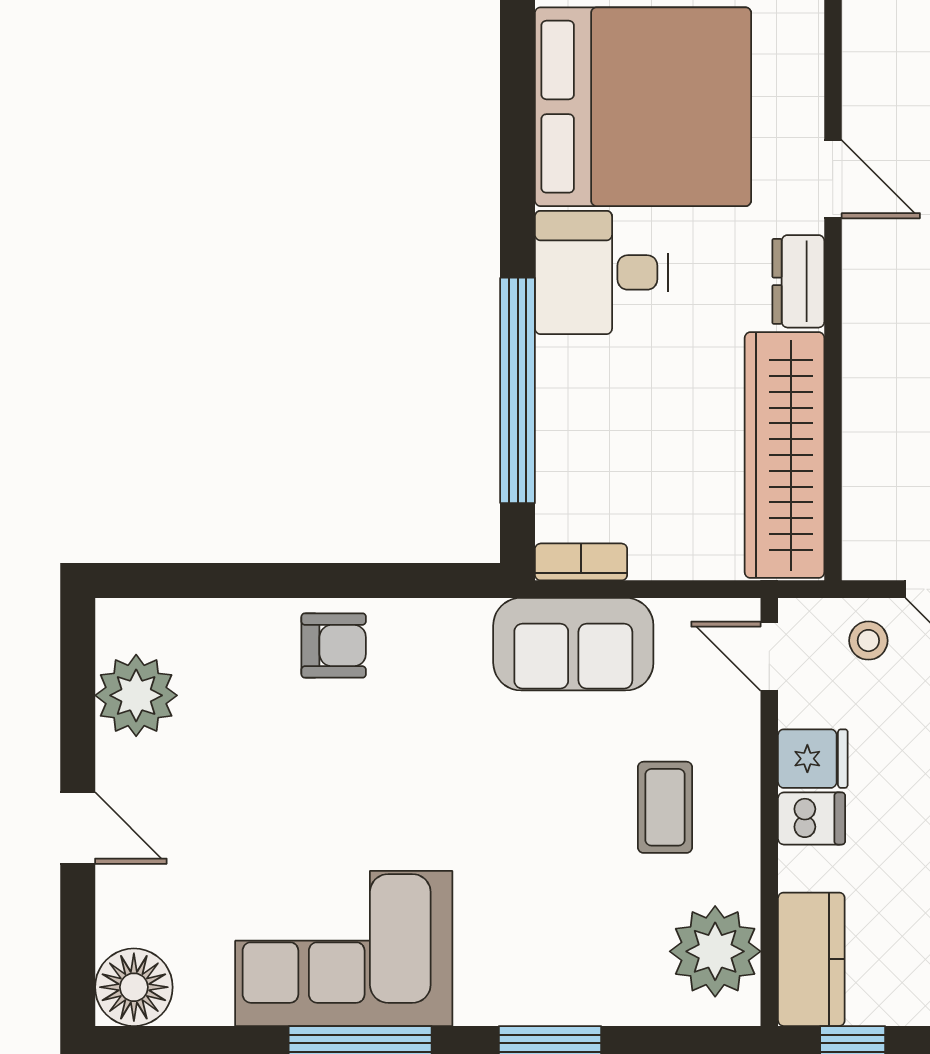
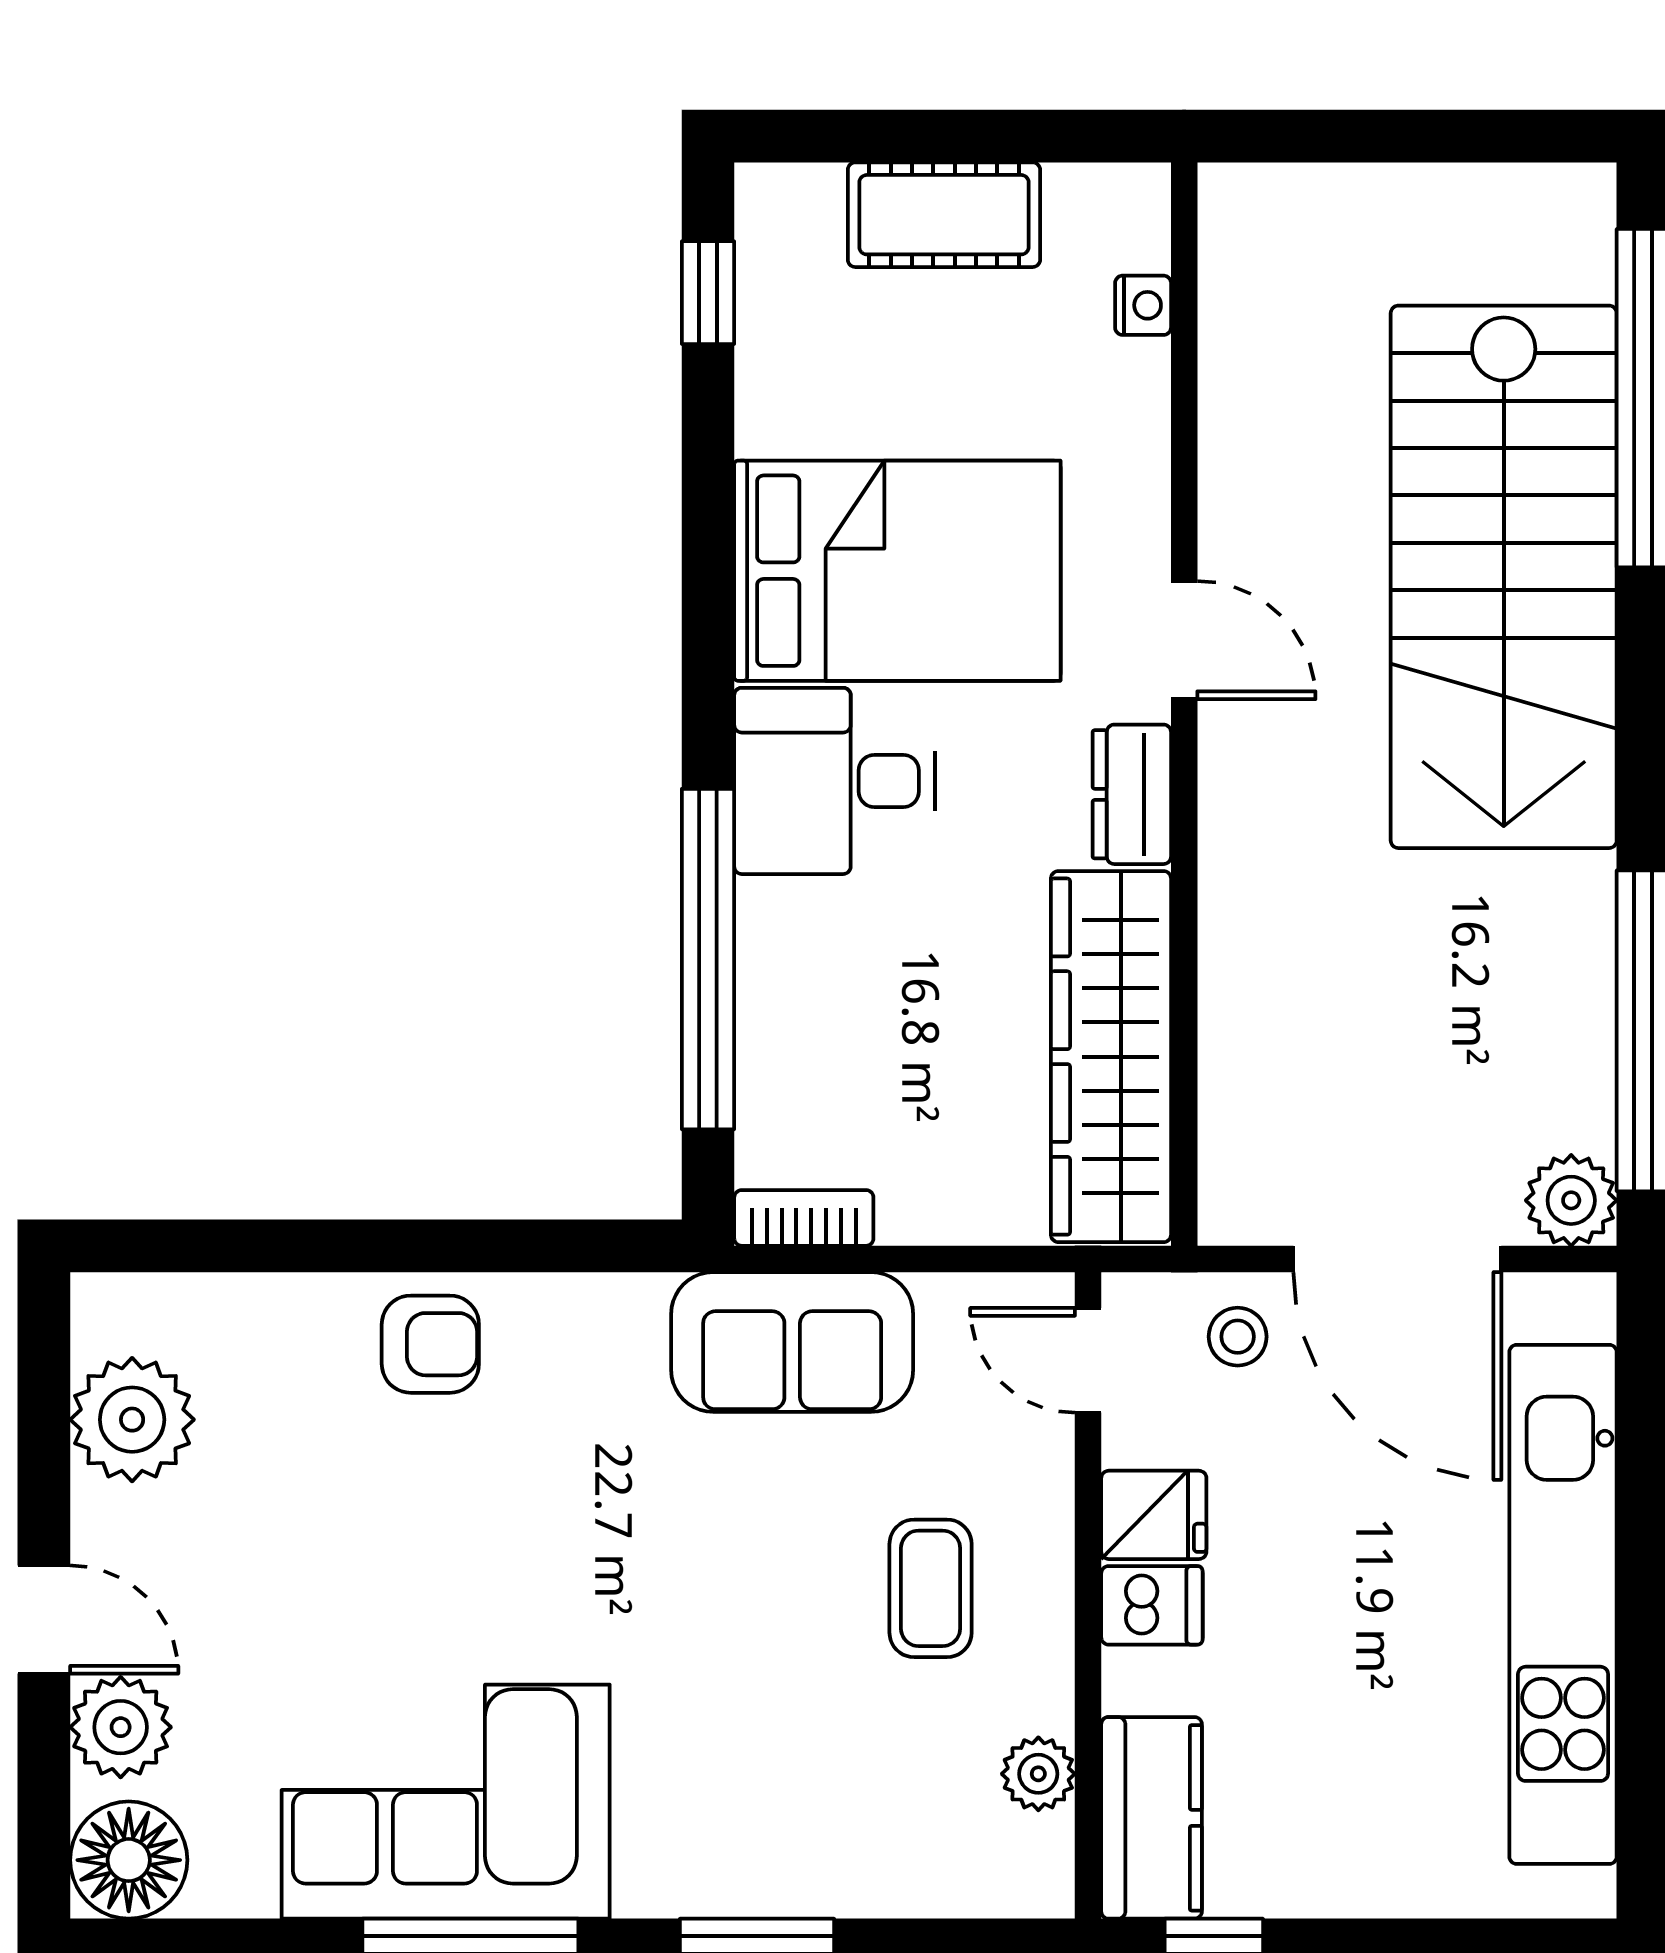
bed: (643, 107) -> (897, 571), width x0.73
plant: (129, 899) -> (121, 1727), added
plant: (715, 951) -> (1038, 1774), width x0.53, depth x0.53

